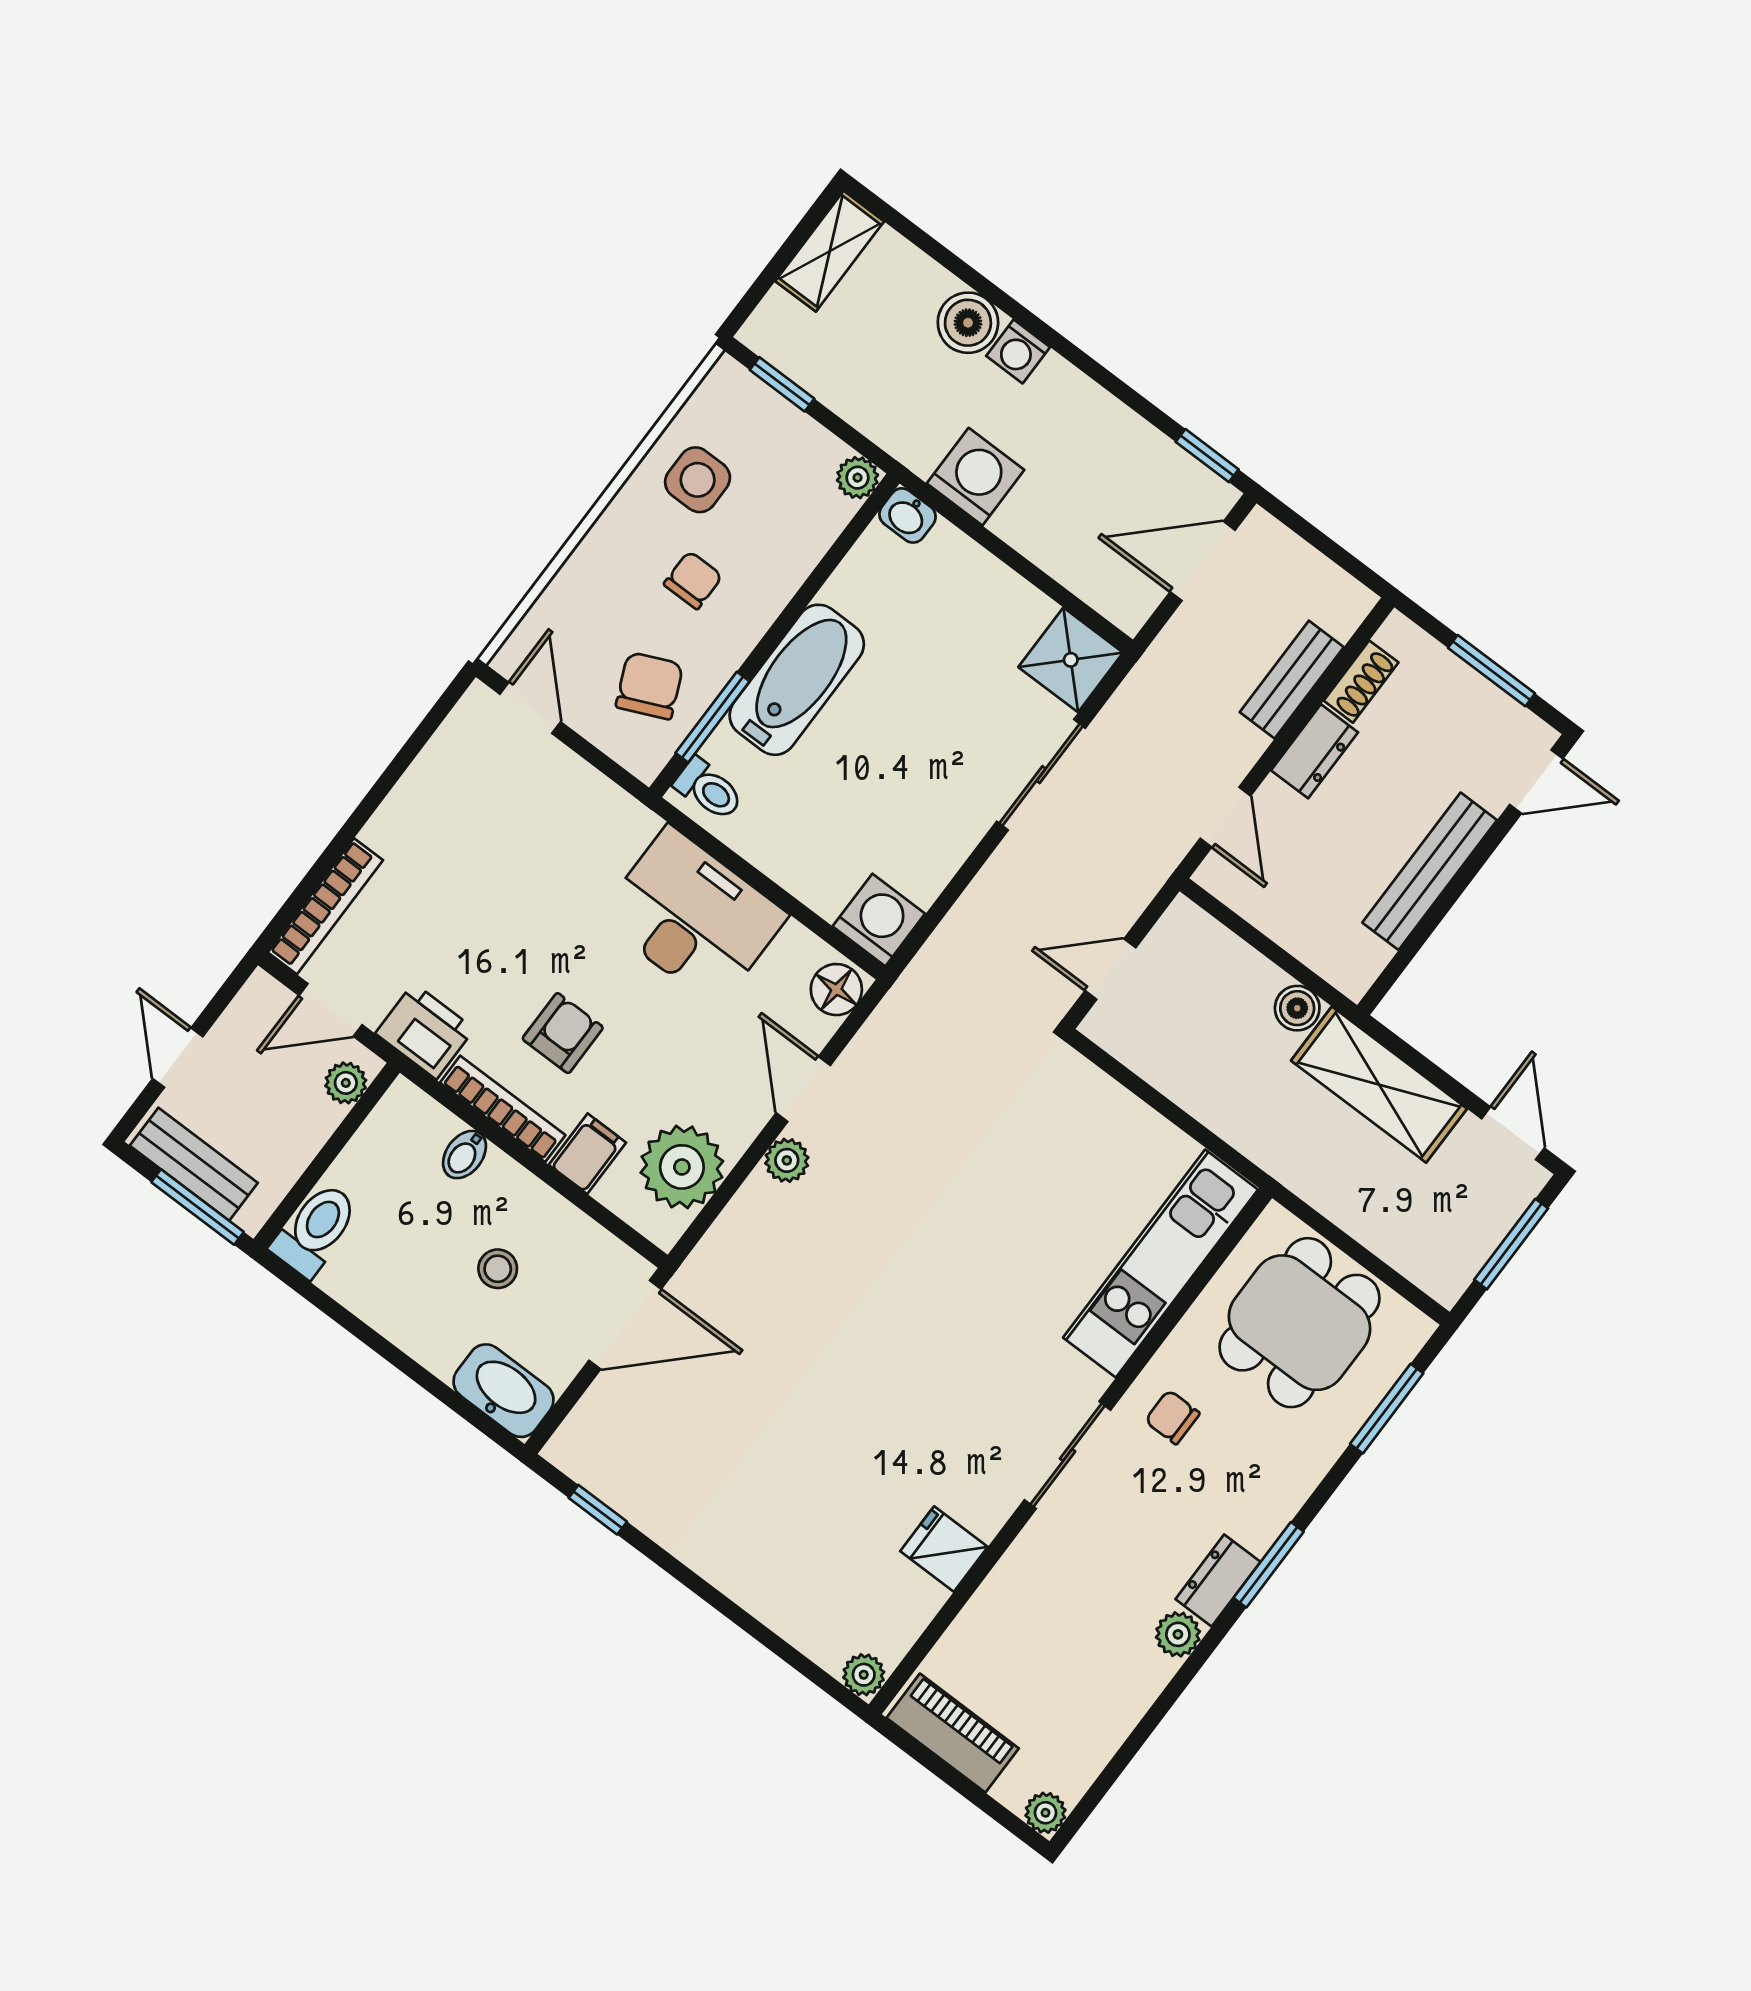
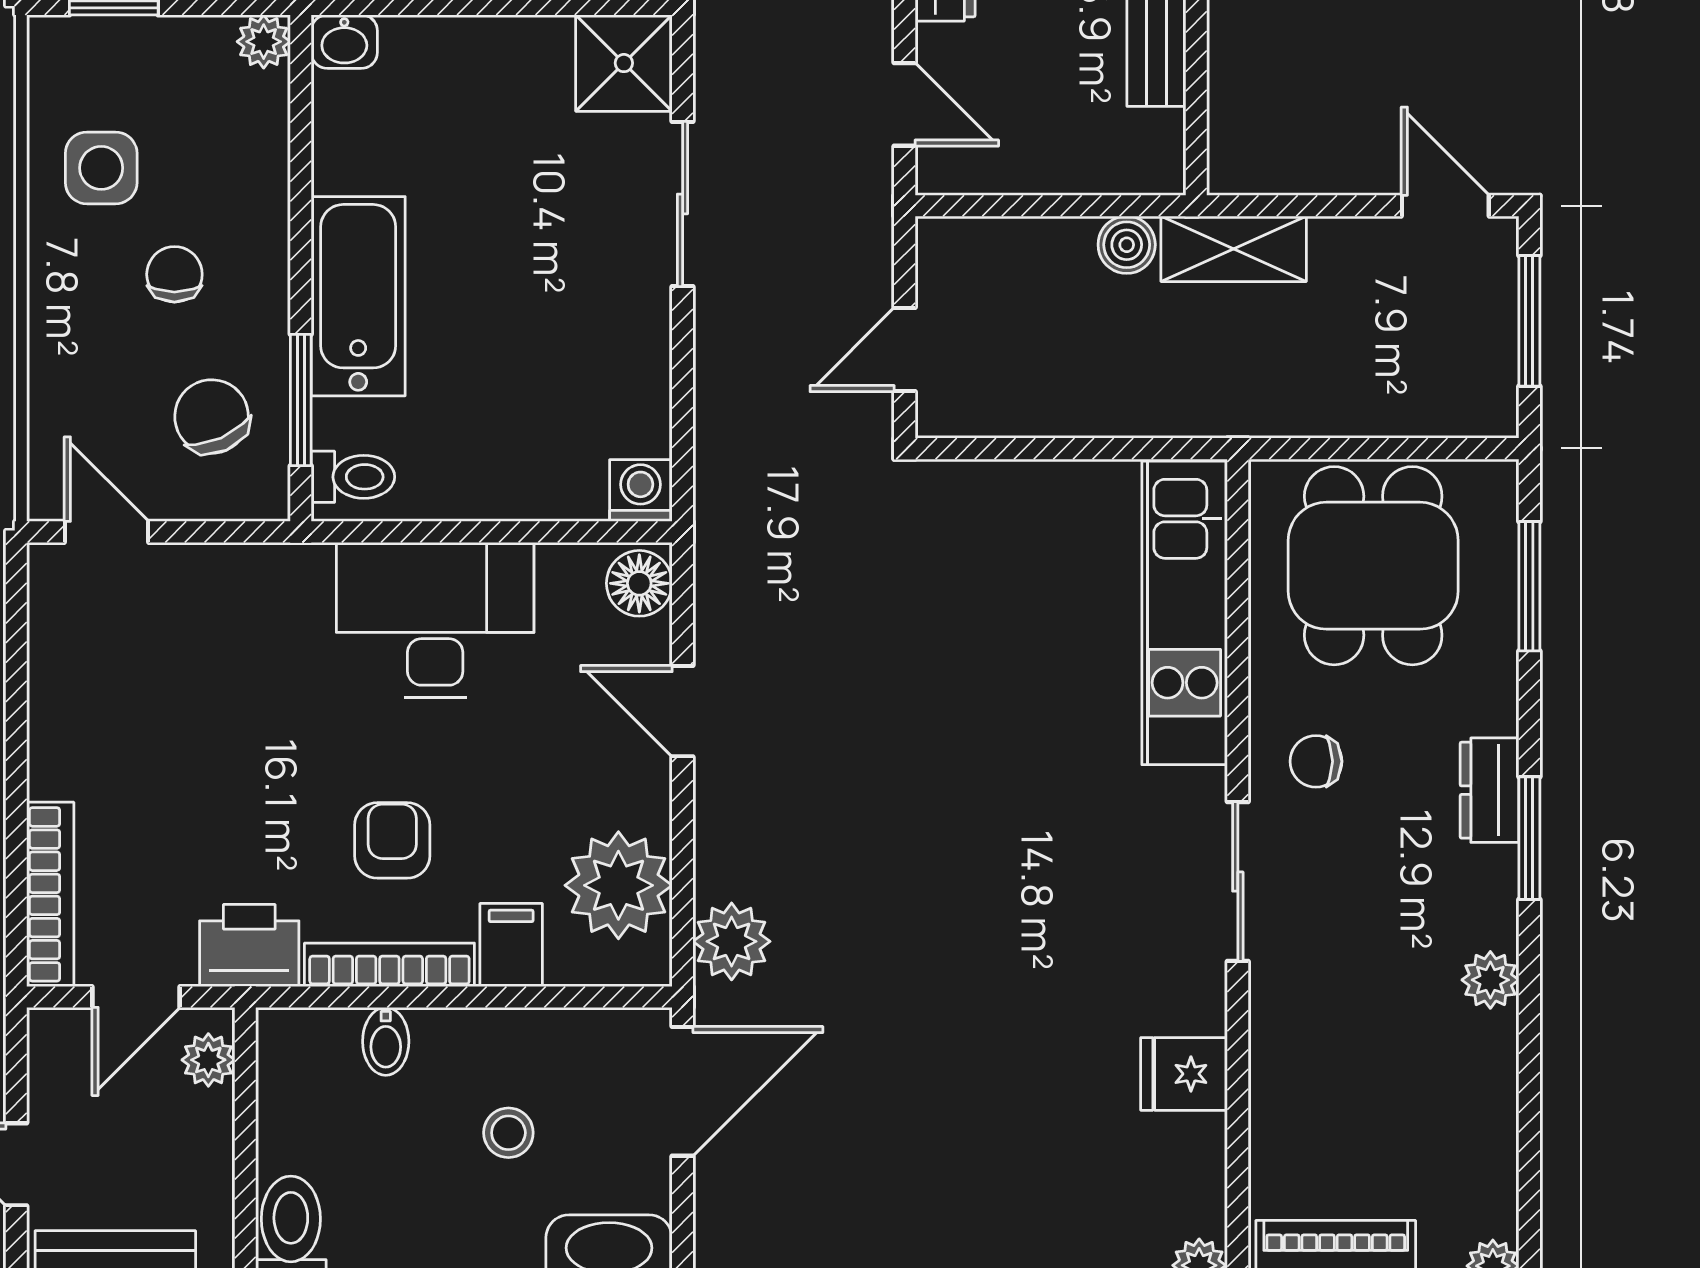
washing machine: (879, 920) -> (640, 491), width x0.73, depth x0.73
shelving: (1379, 1085) -> (1234, 249), width x0.67, depth x0.75
plant: (787, 1160) -> (732, 941), moved, width x1.38, depth x1.38
dresser: (1218, 1580) -> (1490, 790), moved

